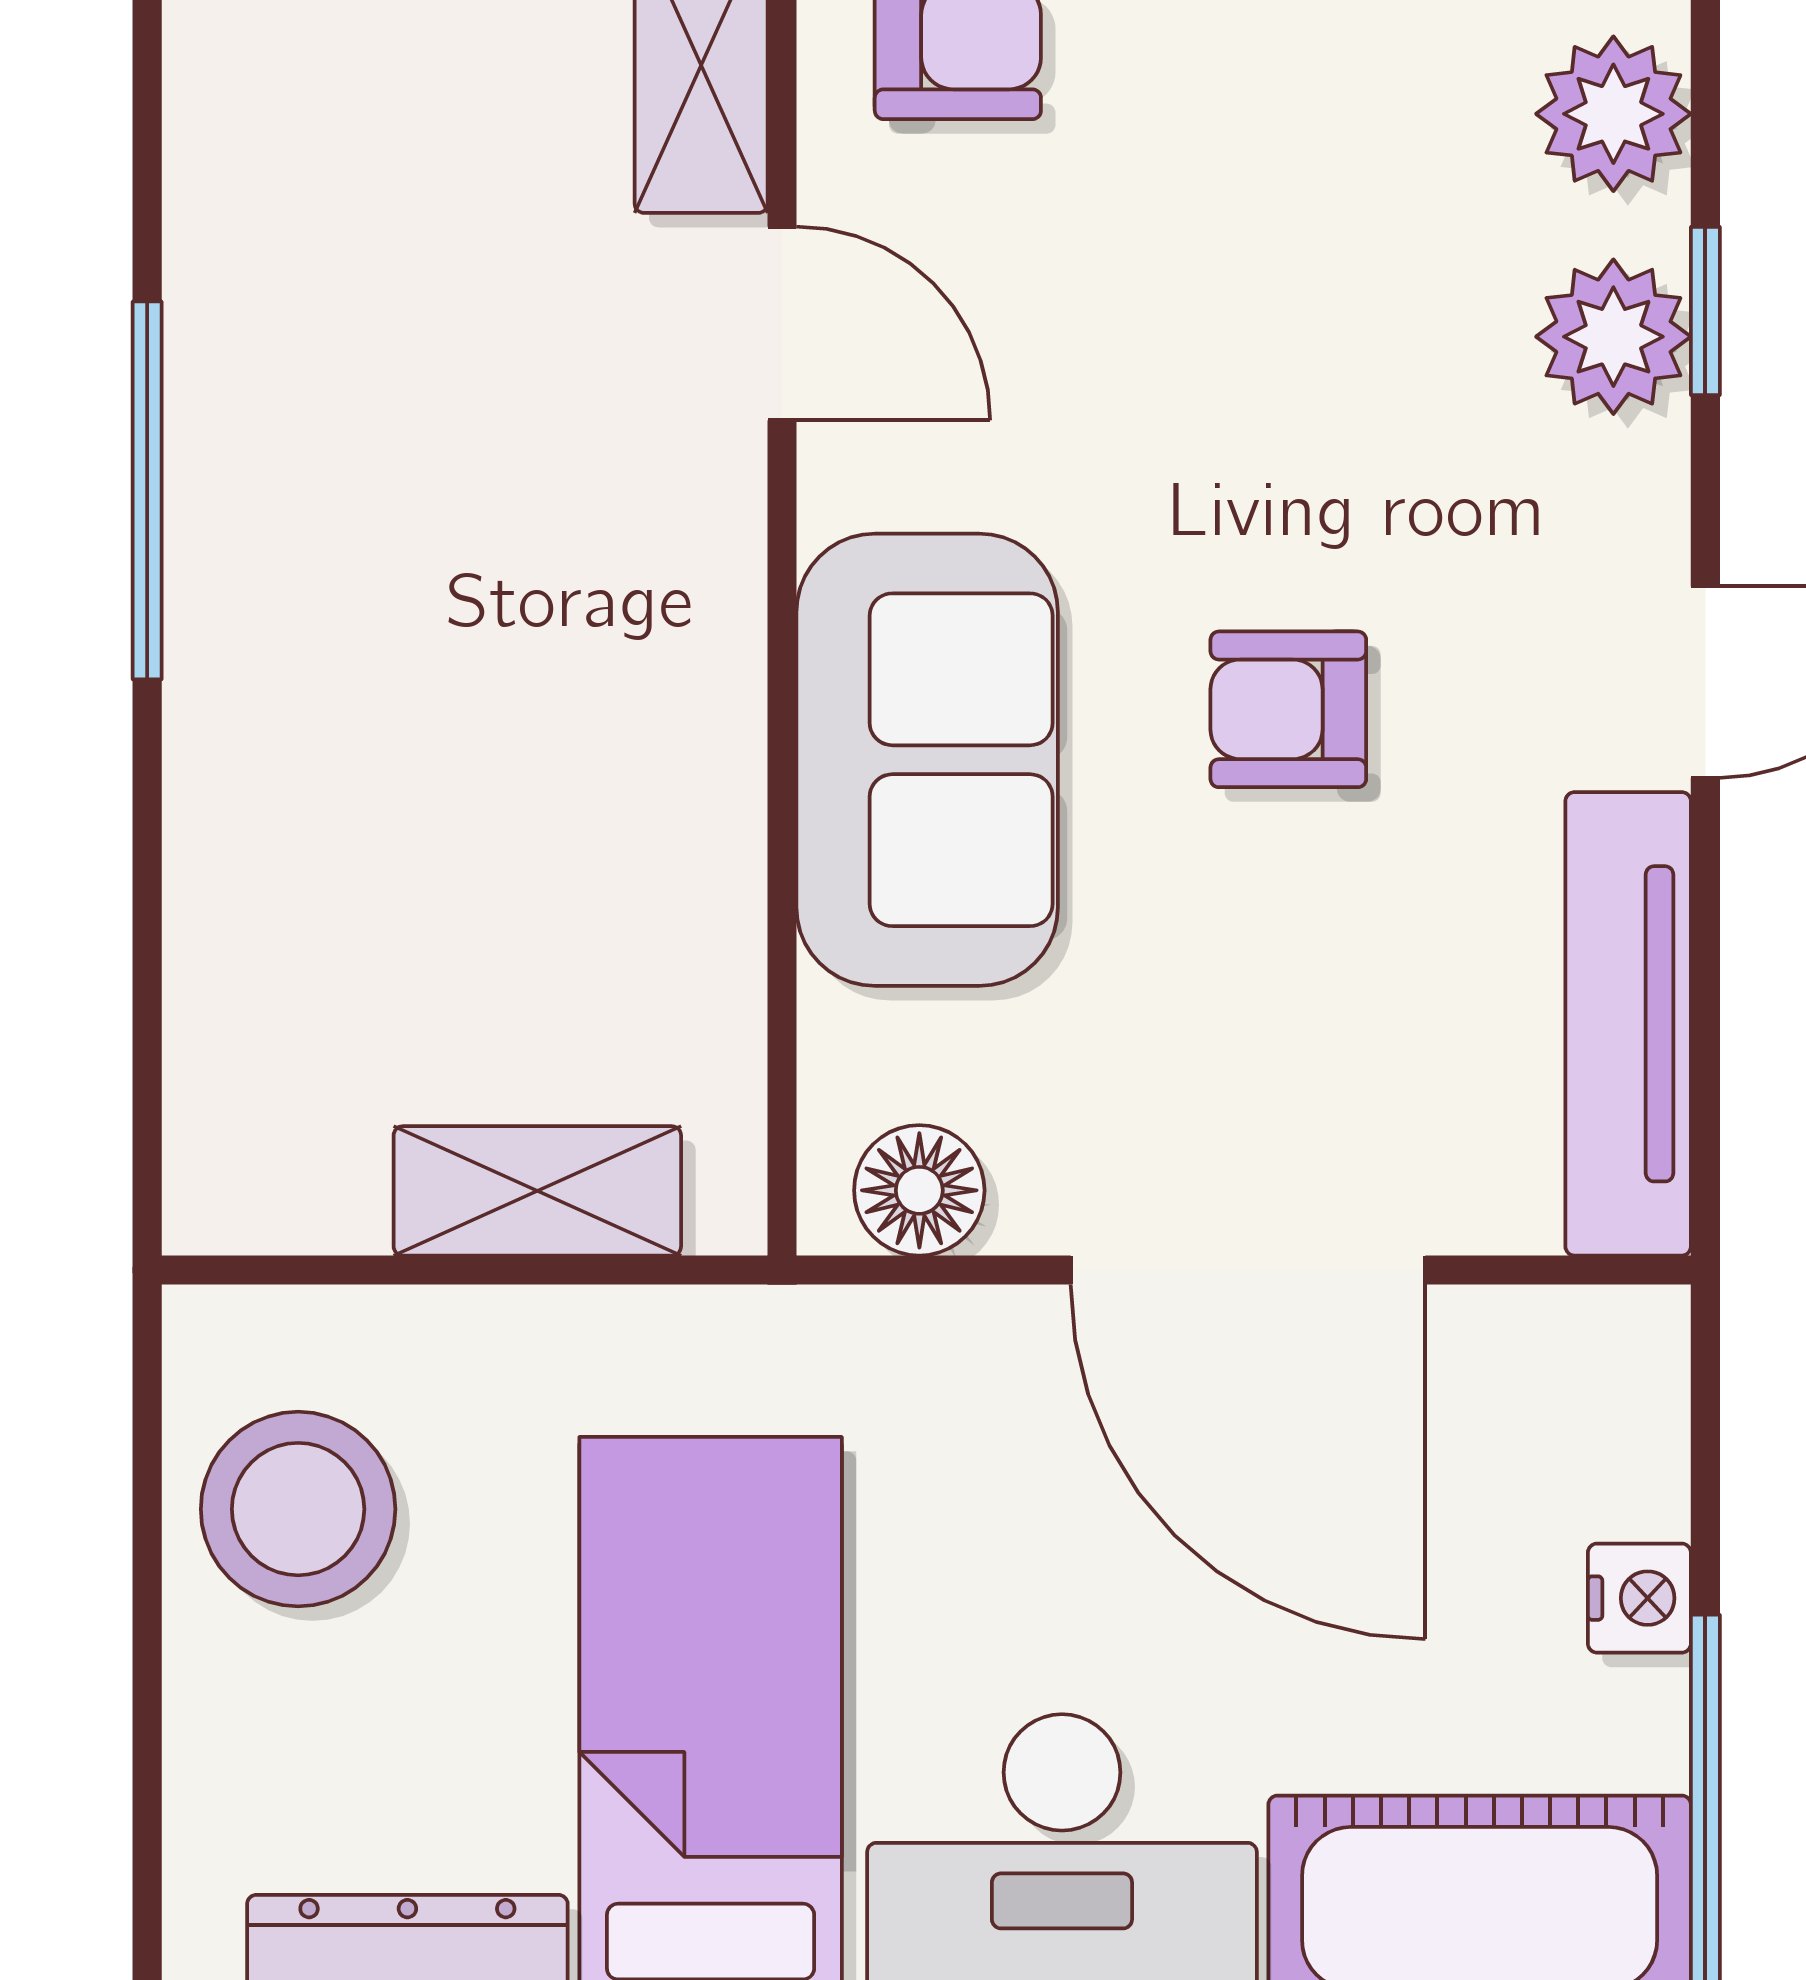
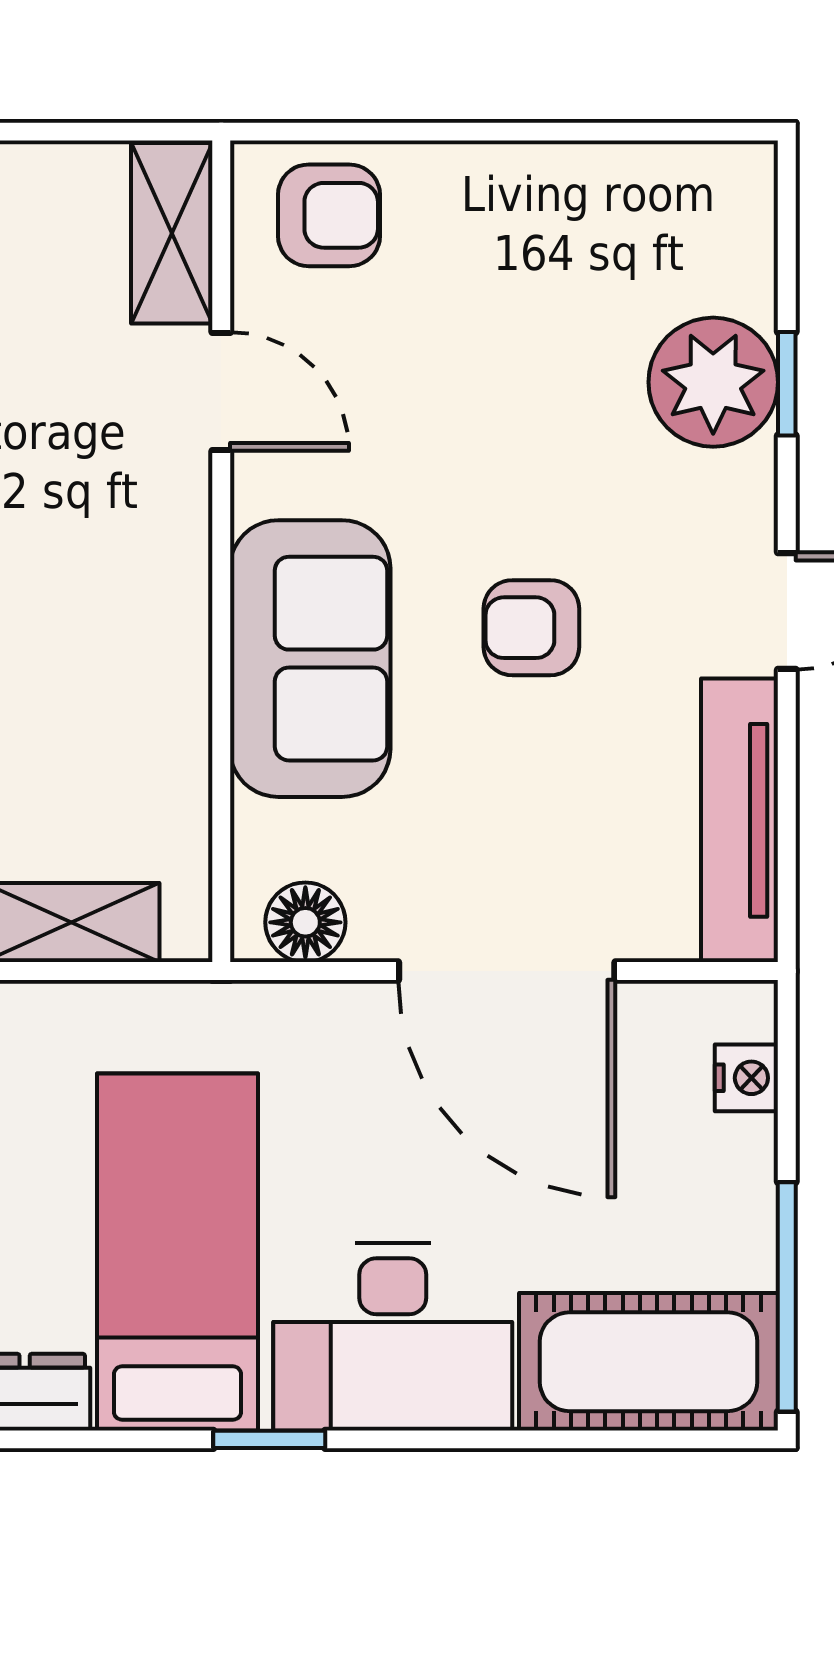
plant: (1613, 114) -> (730, 263), removed
plant: (1613, 337) -> (713, 382), width x1.36, depth x1.36
nightstand: (1639, 1598) -> (746, 1078), moved

